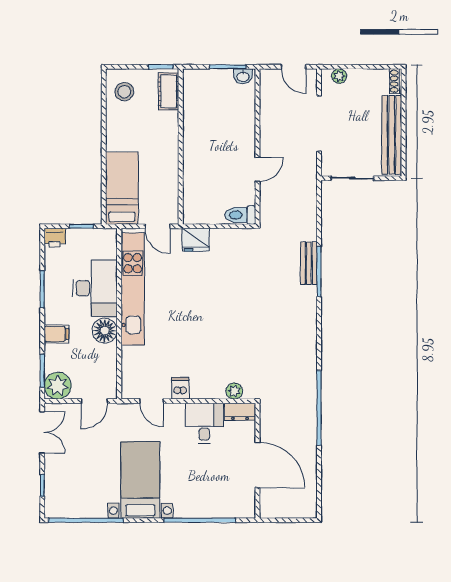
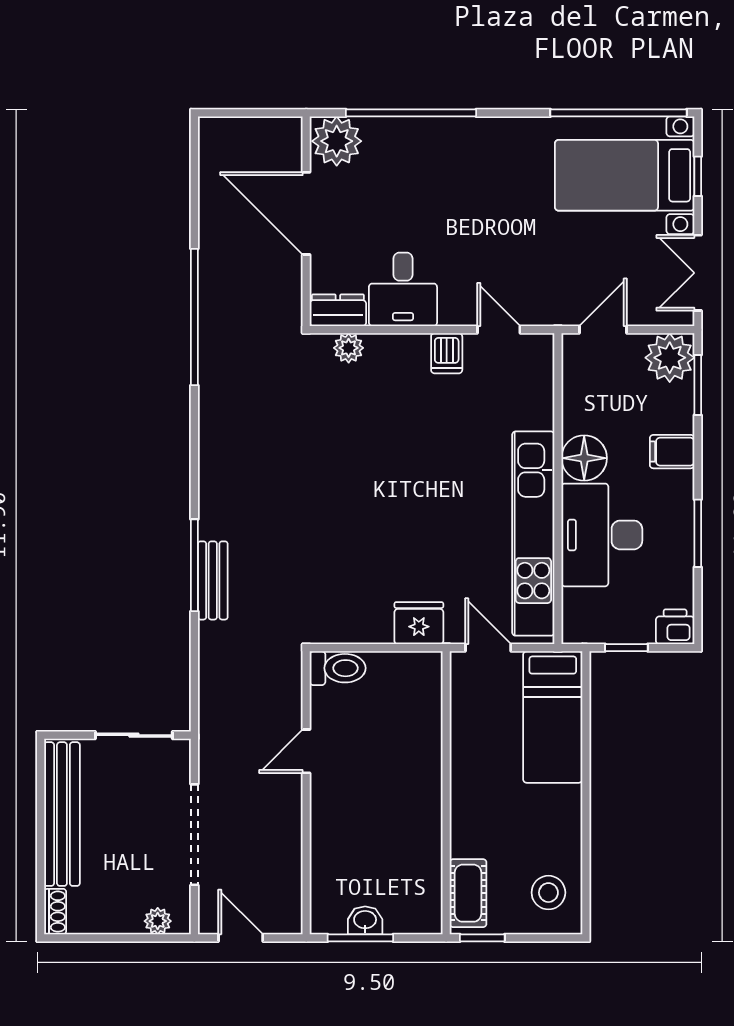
washbasin: (243, 76) -> (365, 920), moved
bed with nightstands: (140, 480) -> (625, 175), moved, turned 90
plant: (241, 505) -> (337, 141), added

